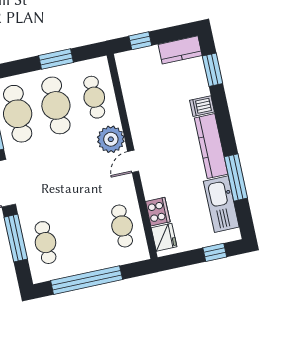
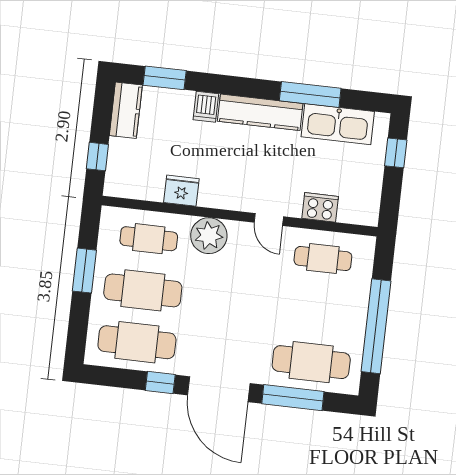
door: (133, 161) -> (269, 220), moved
fridge: (164, 237) -> (181, 191), moved
cafe table: (45, 243) -> (311, 362), width x1.37, depth x1.35

